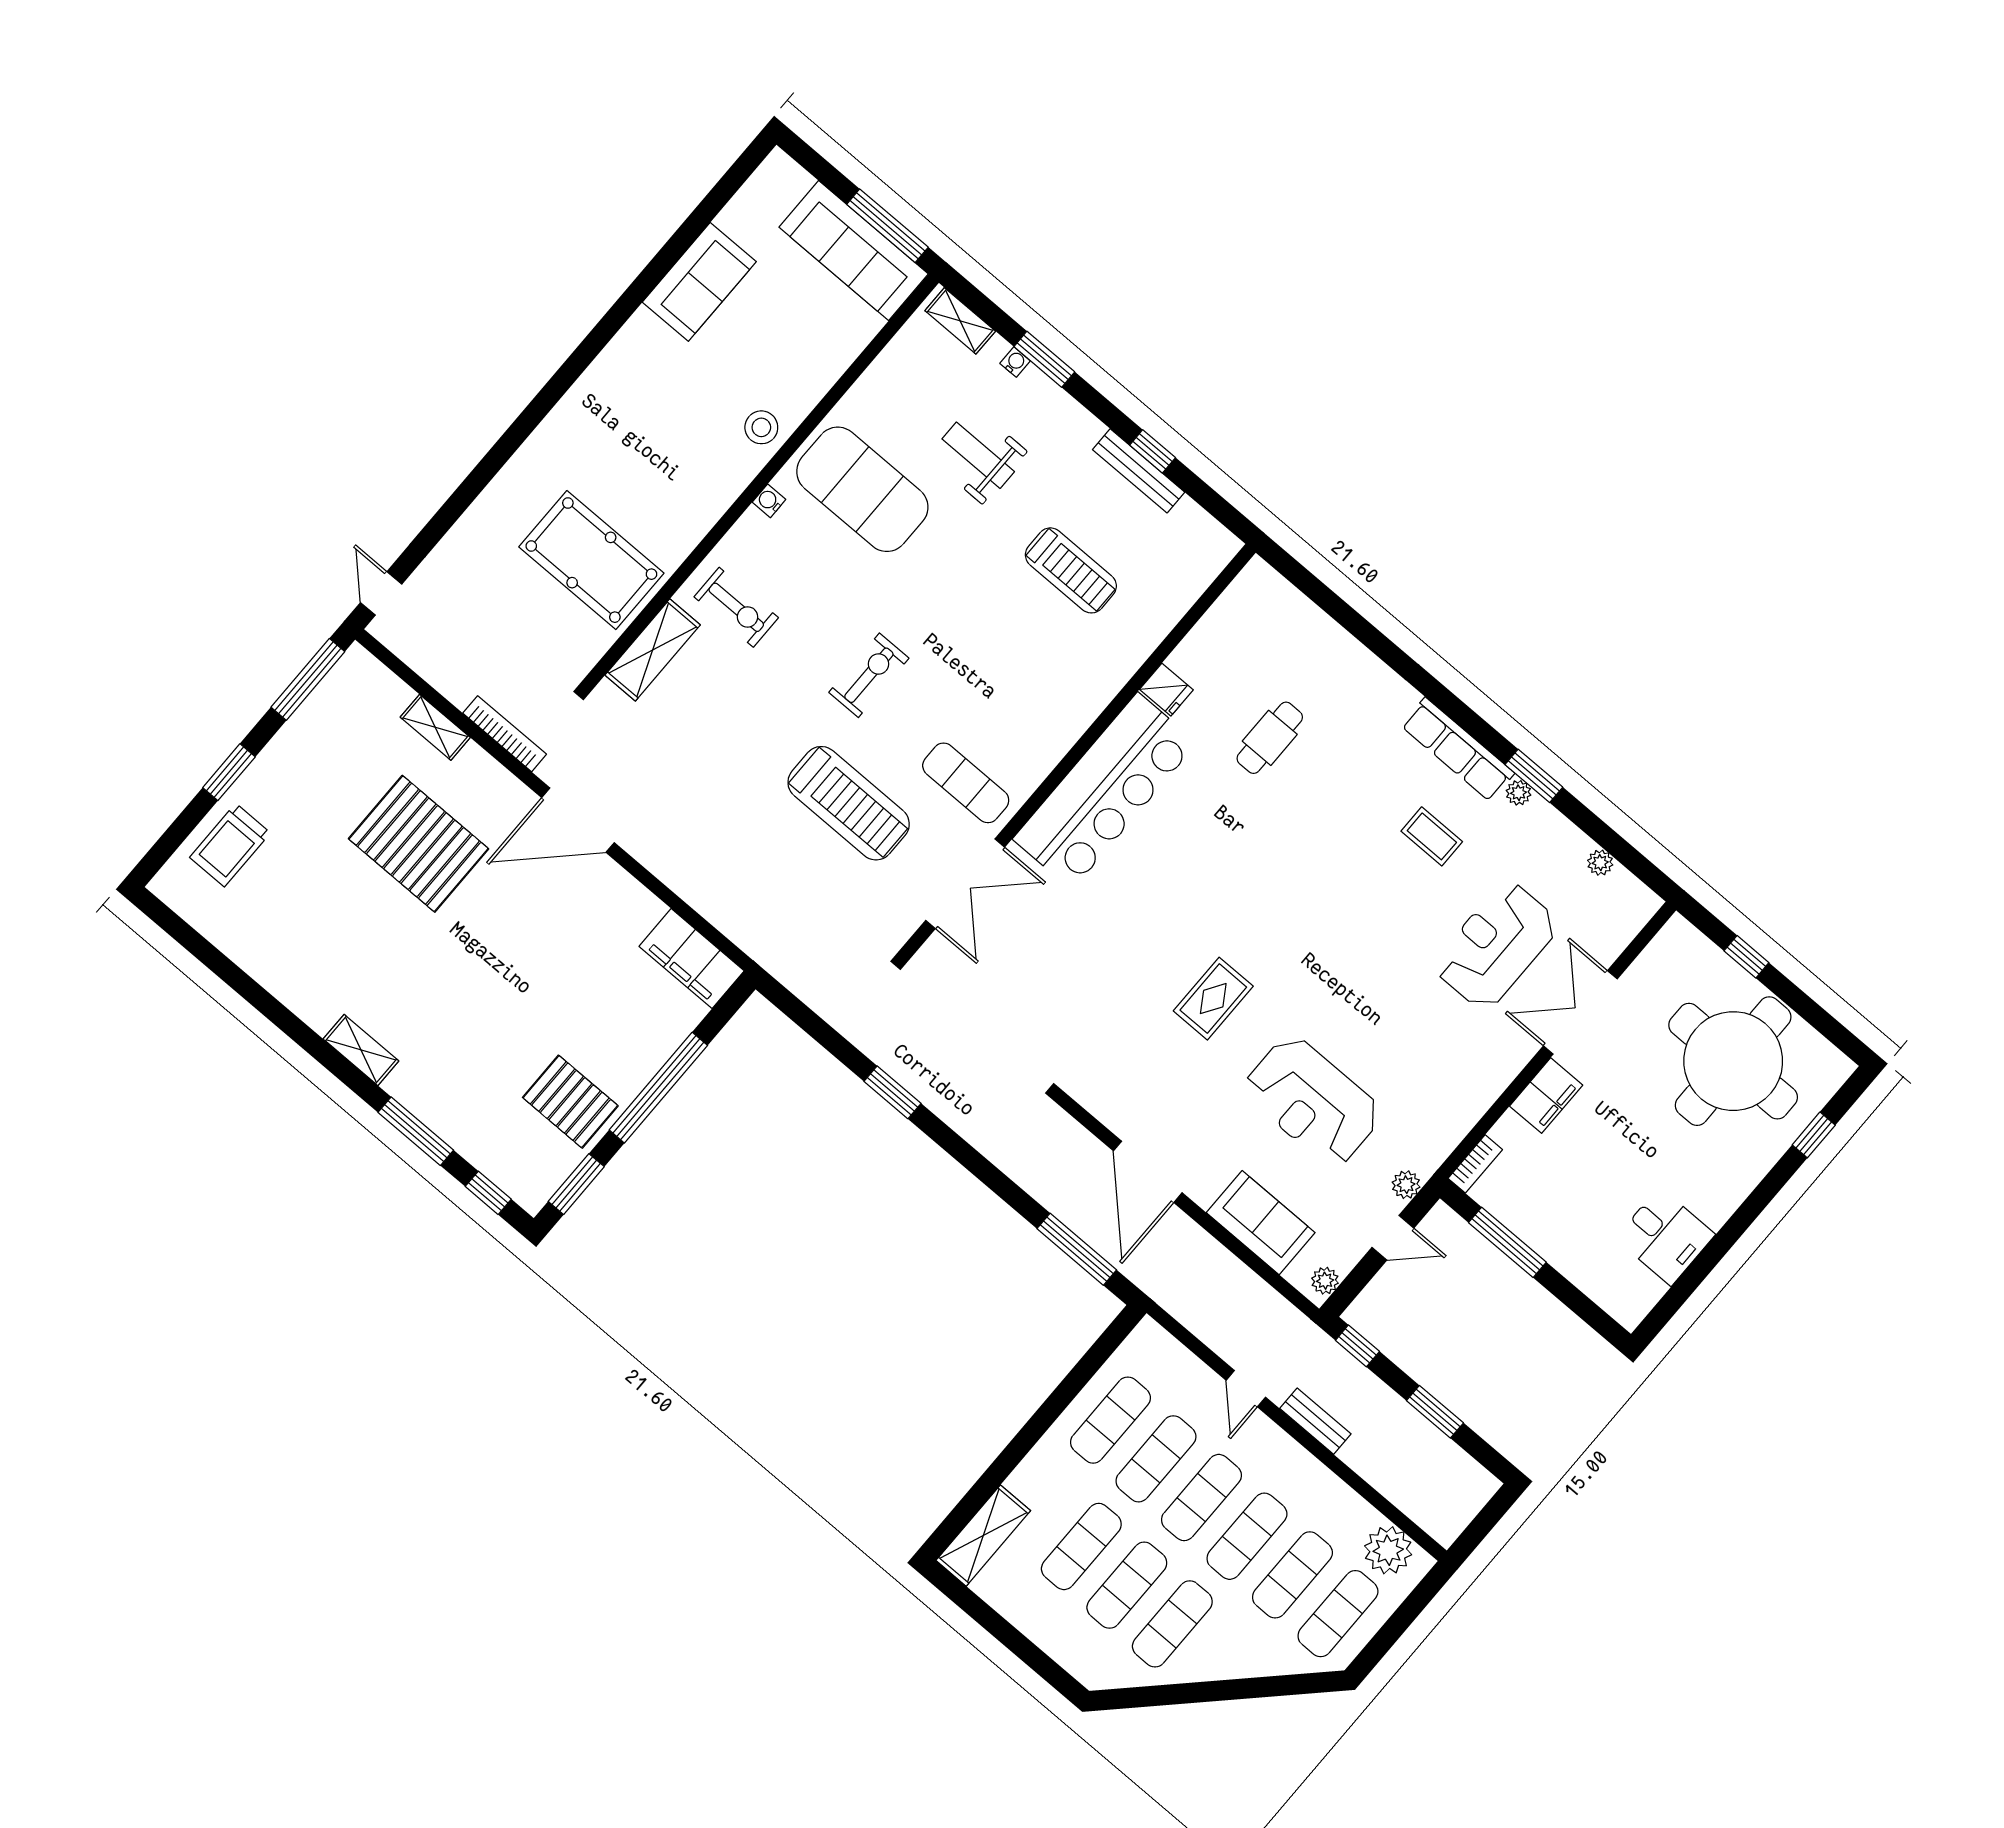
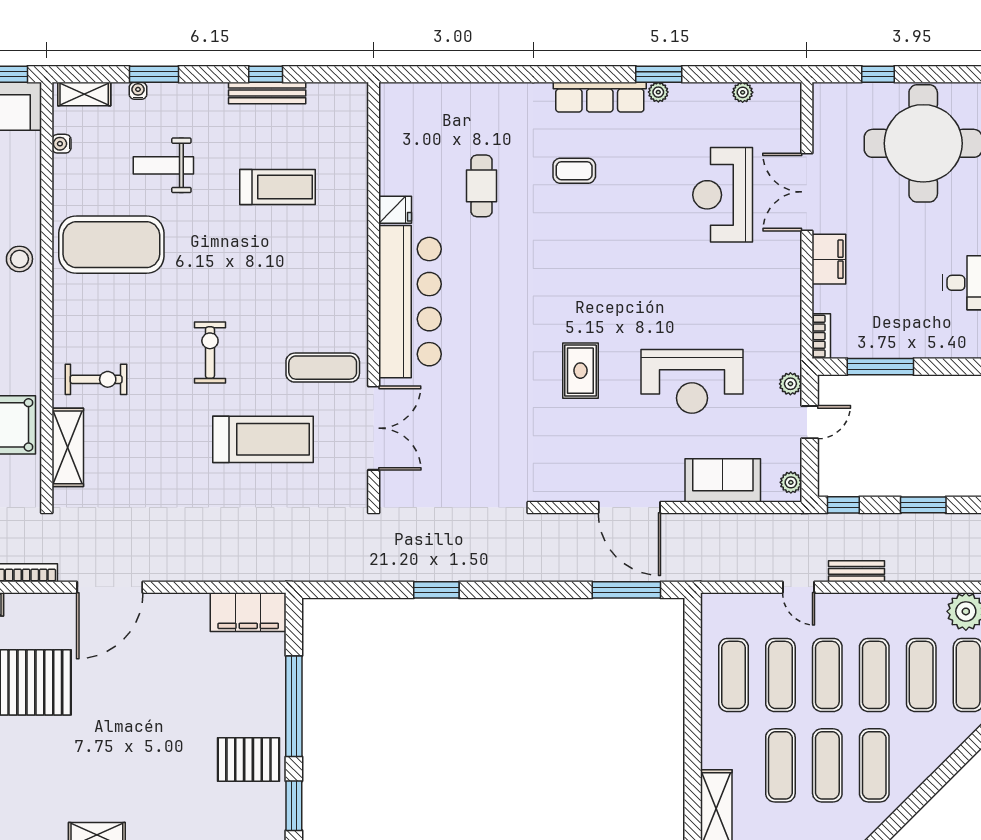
water cooler: (769, 501) -> (61, 144), moved
coffee table: (1432, 836) -> (574, 171), moved

